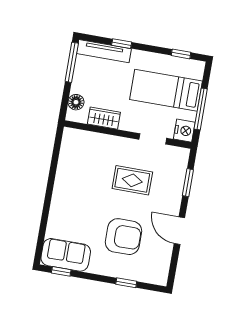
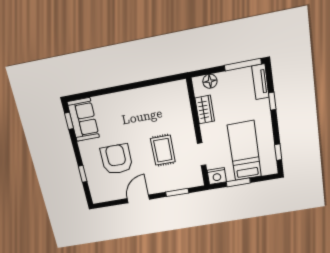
tv unit: (104, 51) -> (260, 82), width x0.71
window: (201, 109) -> (238, 182), width x0.69
armchair: (123, 237) -> (117, 159), turned 180

